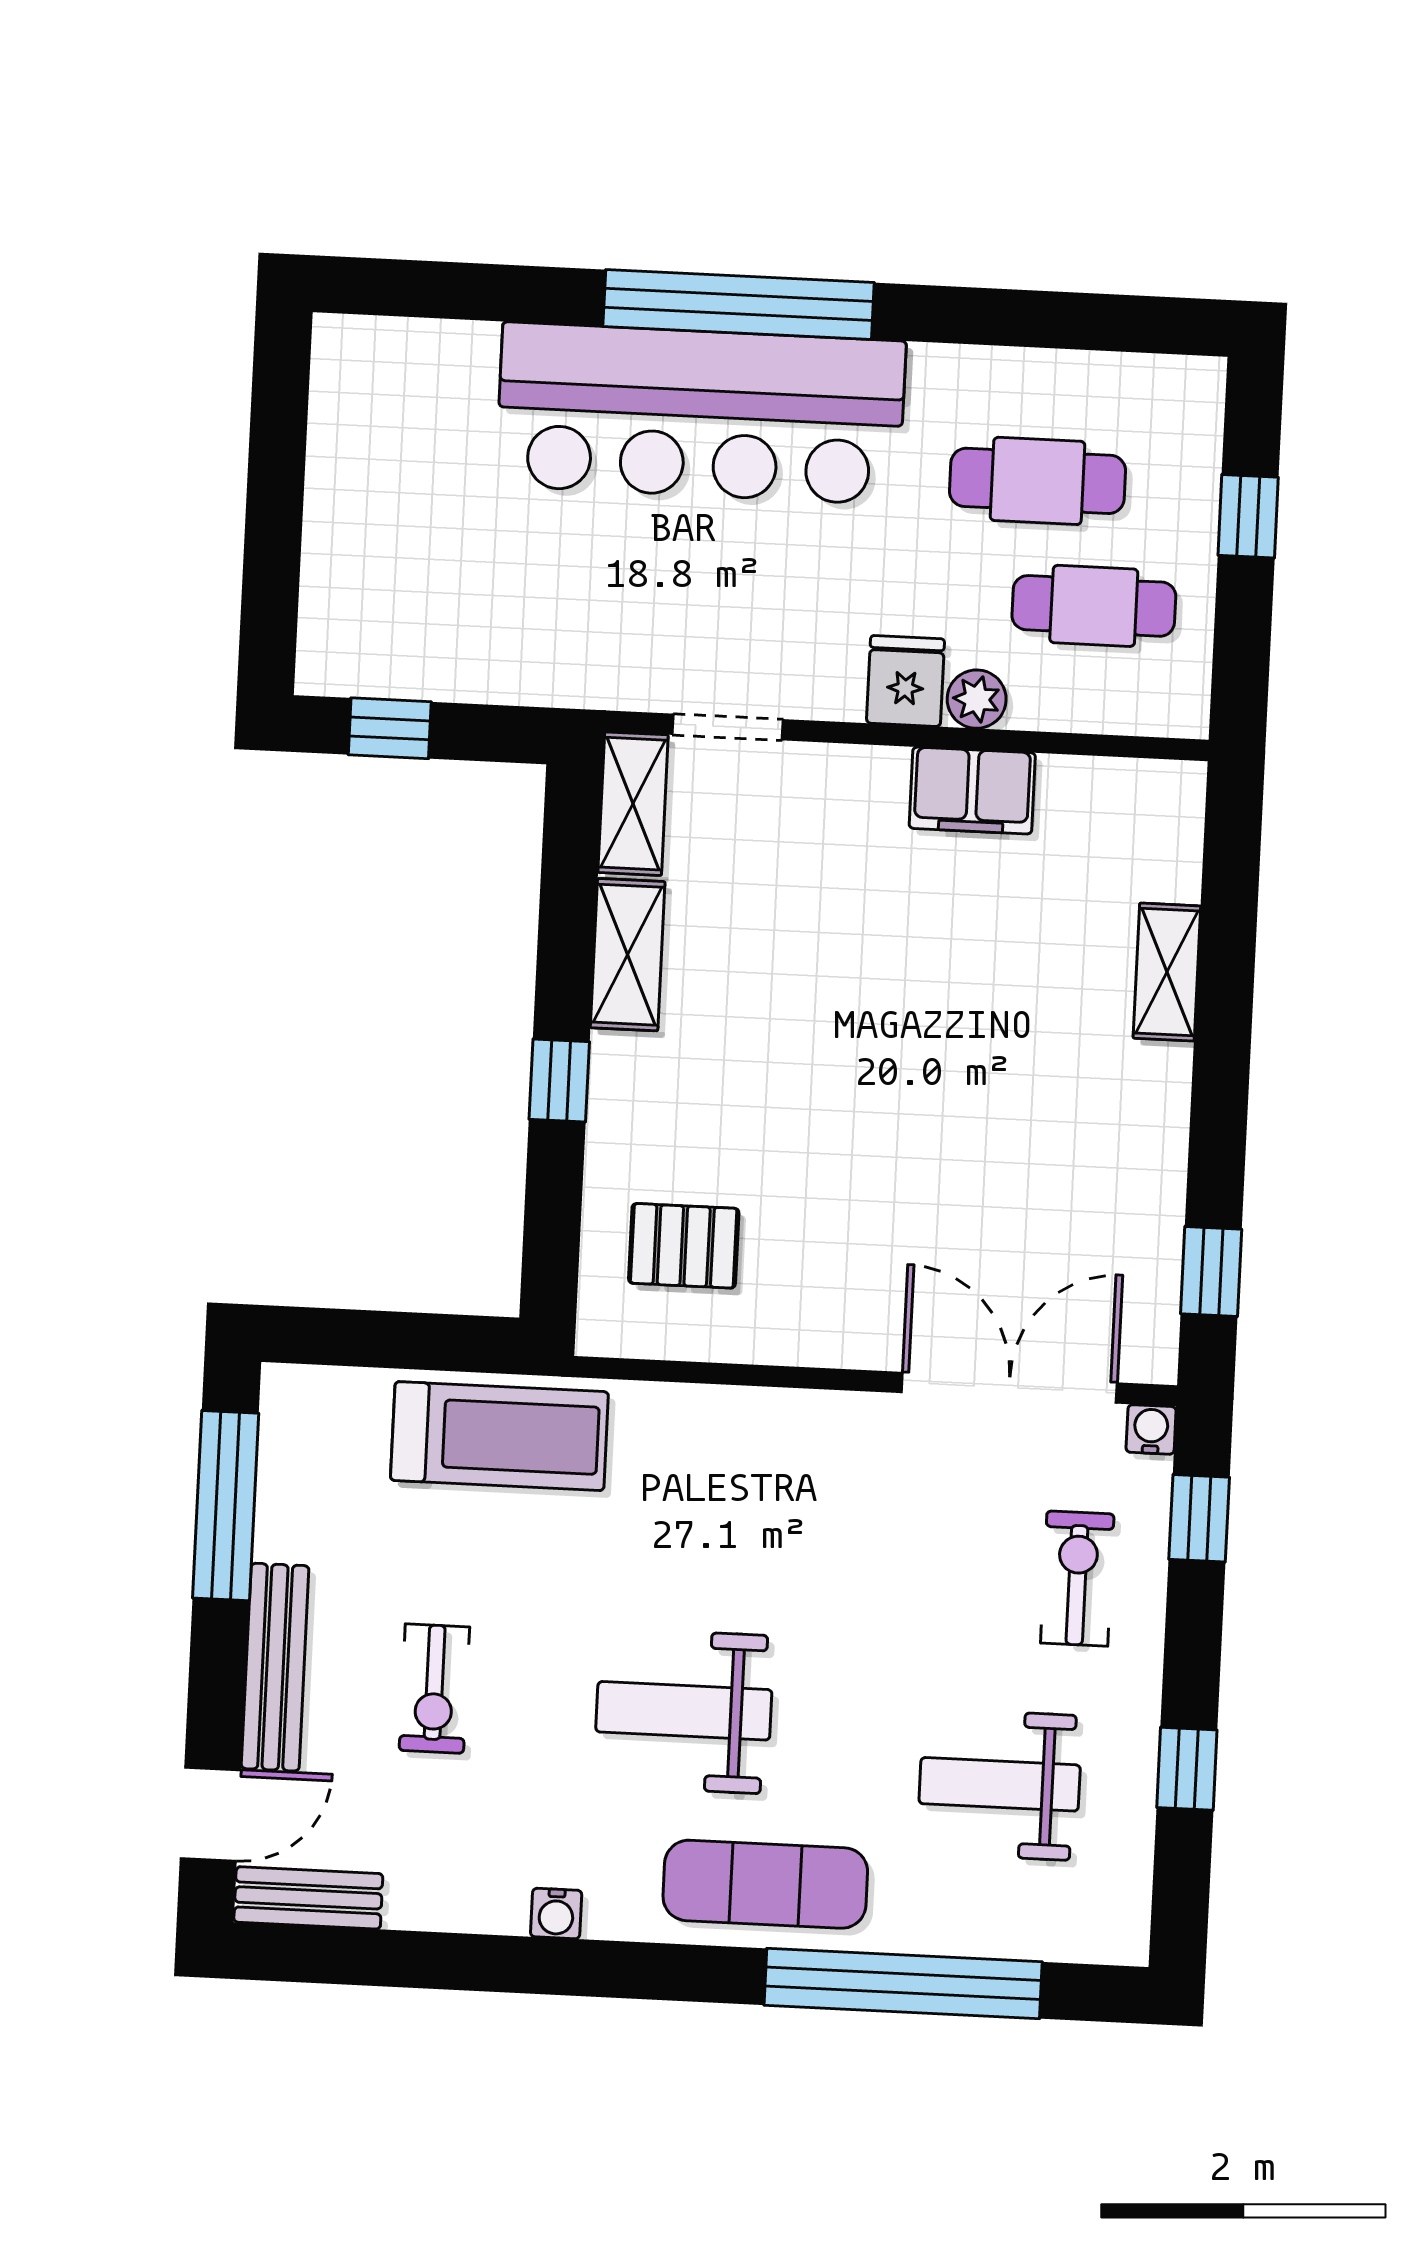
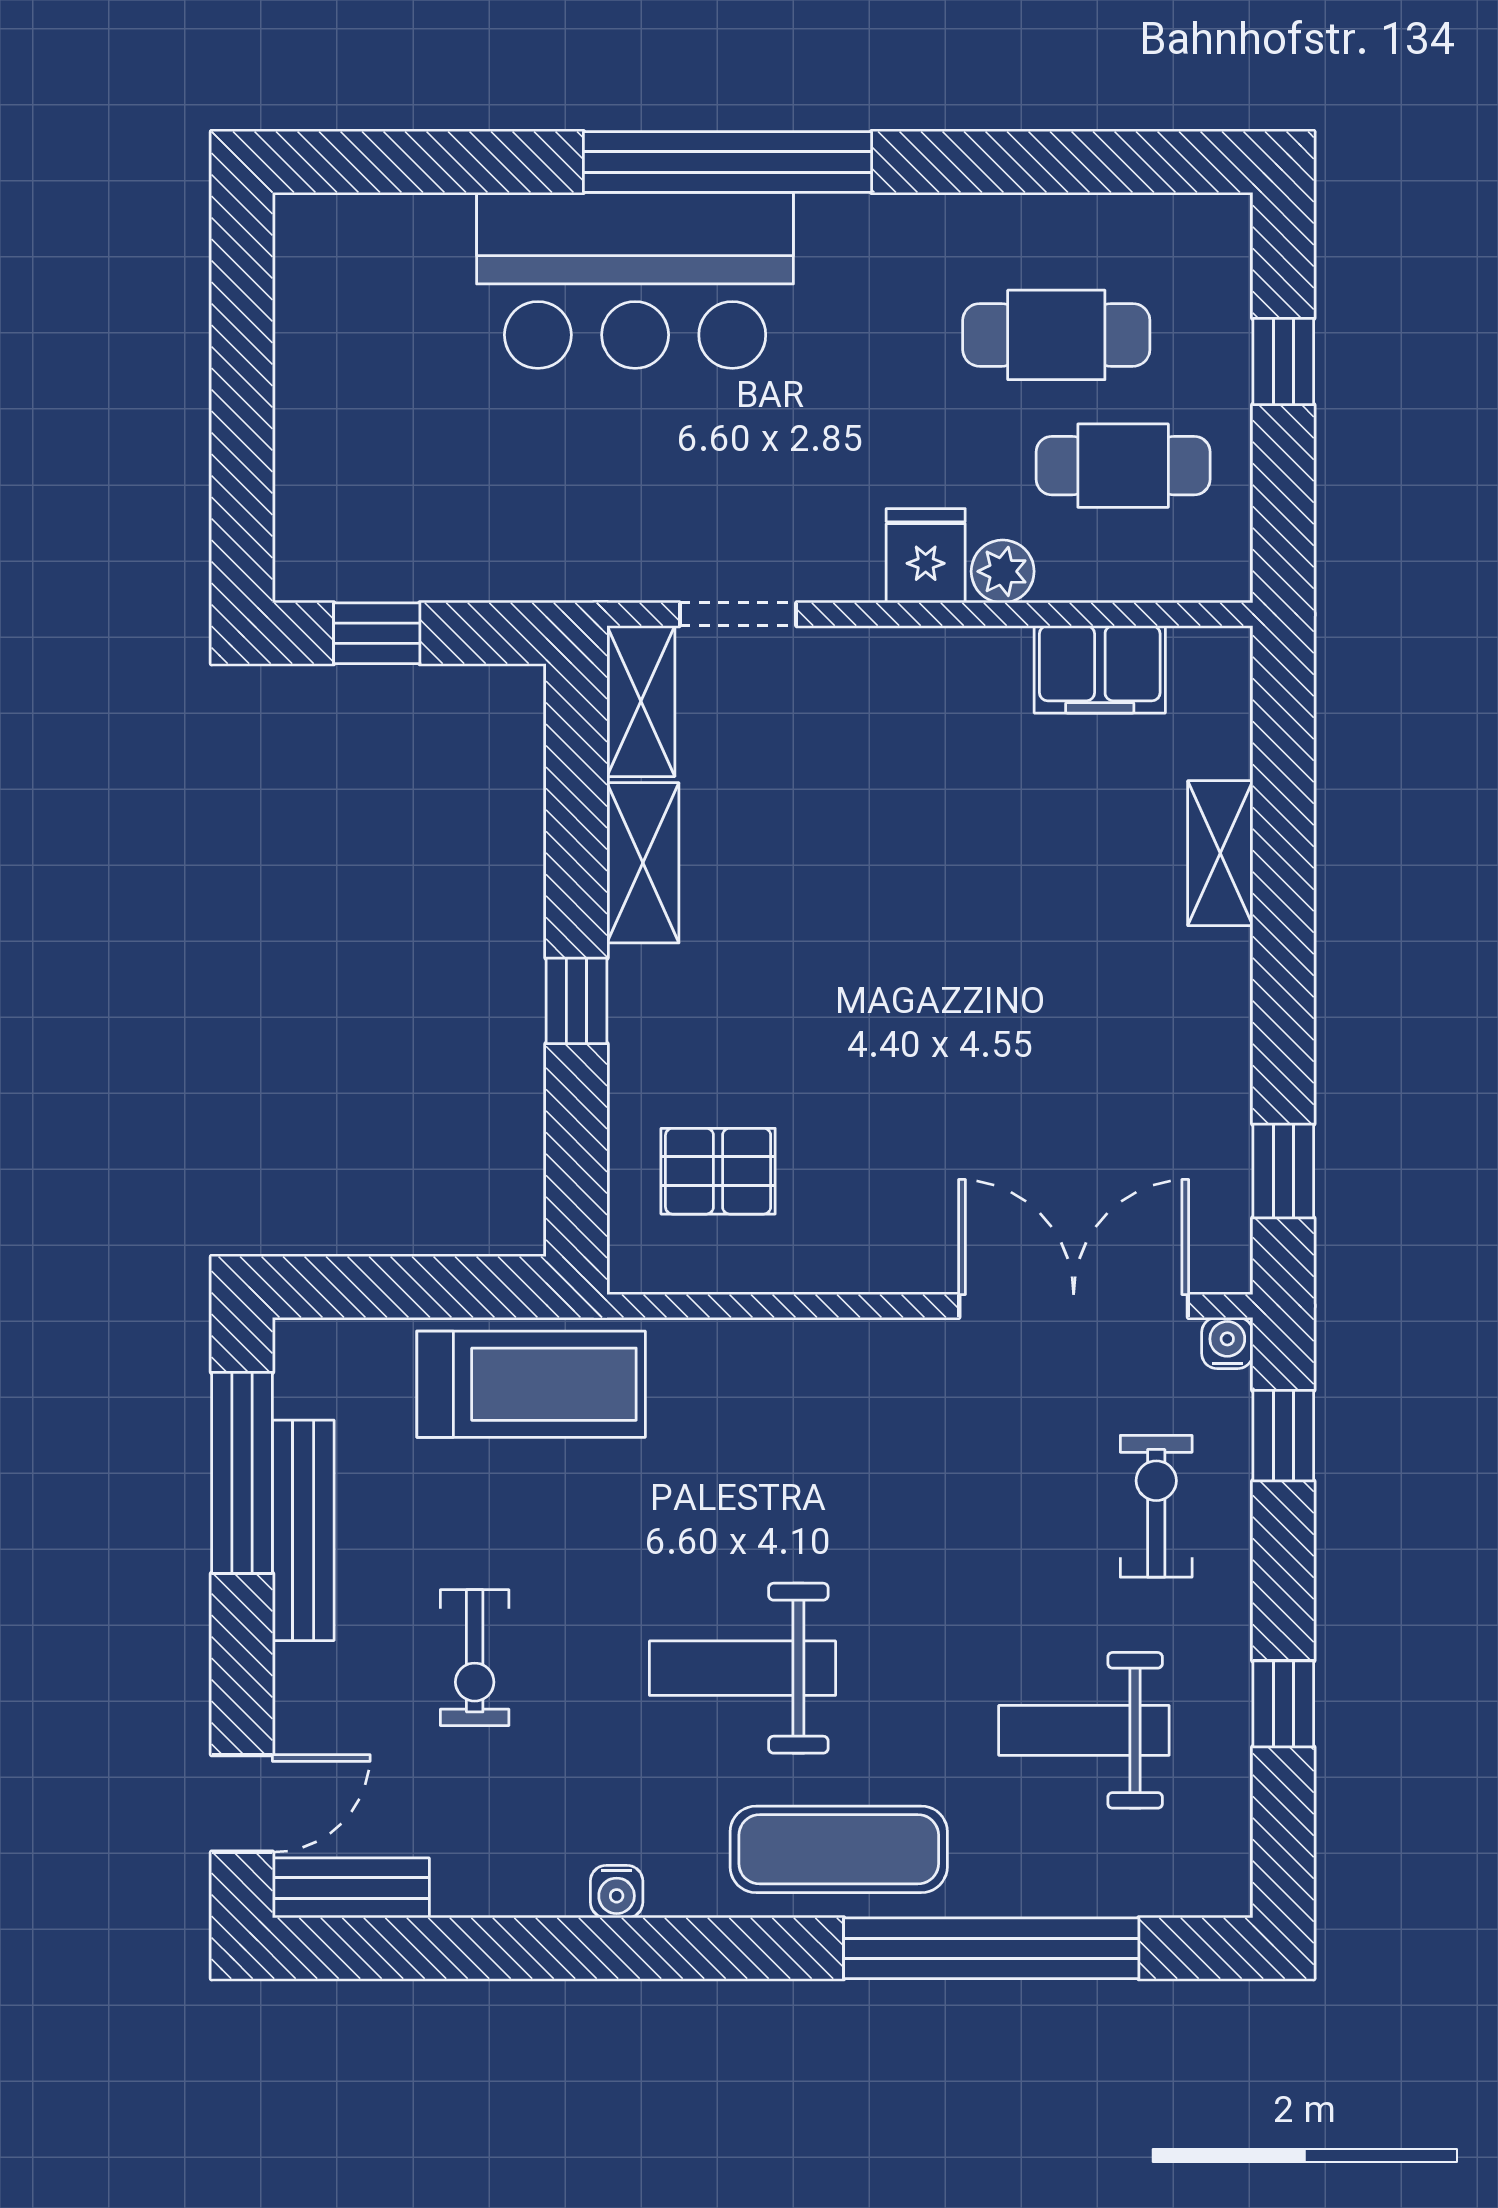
bar counter: (701, 413) -> (635, 280), width x0.73
filing cabinet: (972, 791) -> (1100, 669), moved
bench: (275, 1667) -> (303, 1530), moved

